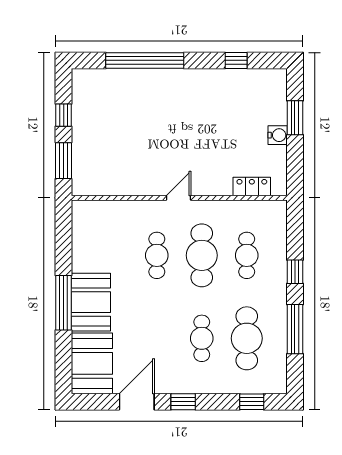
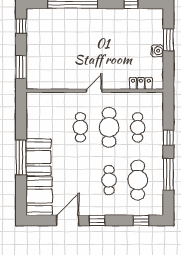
window: (64, 115) -> (21, 26), moved

